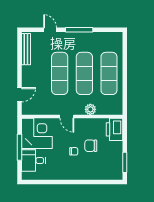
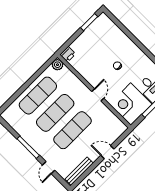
door: (19, 95) -> (107, 152), moved
plant: (90, 109) -> (57, 65), moved
printer: (114, 129) -> (68, 54), width x0.53, depth x0.68
chair: (91, 146) -> (101, 58), removed

